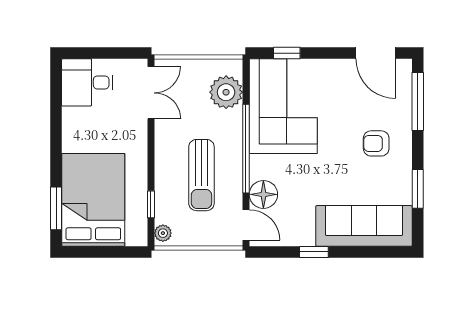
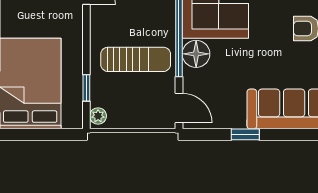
sun lounger: (201, 175) -> (136, 59), turned -90
floor lamp: (263, 194) -> (196, 54), moved

